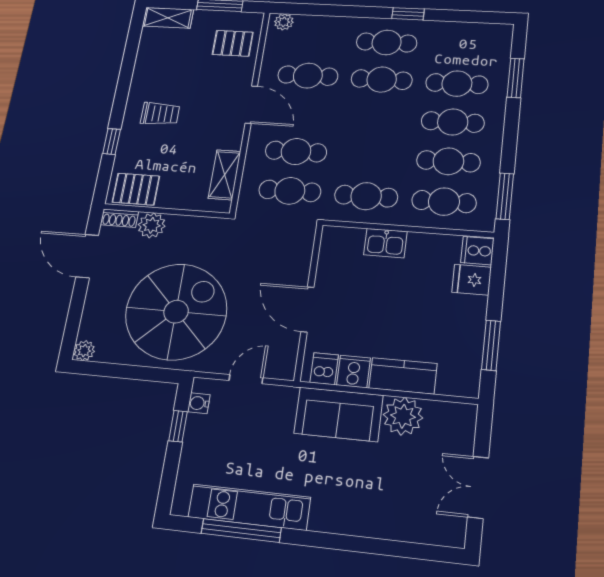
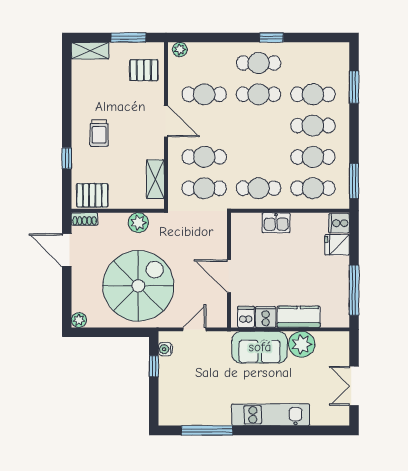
trolley: (160, 114) -> (99, 133), turned 90
plant: (152, 225) -> (138, 223), moved
window: (491, 345) -> (354, 290), width x1.44
kitchen unit: (249, 507) -> (271, 415), moved

